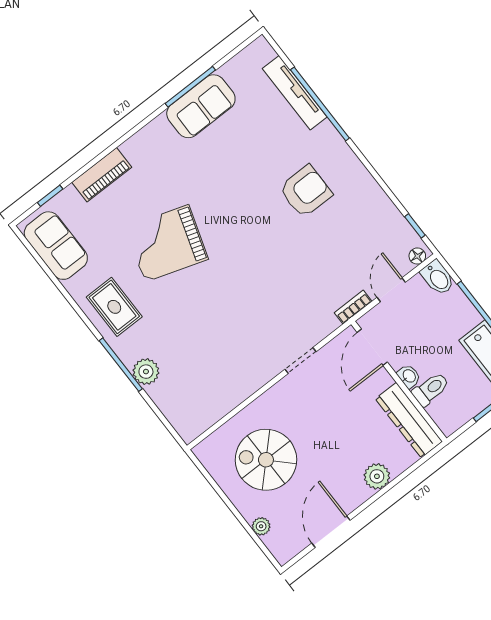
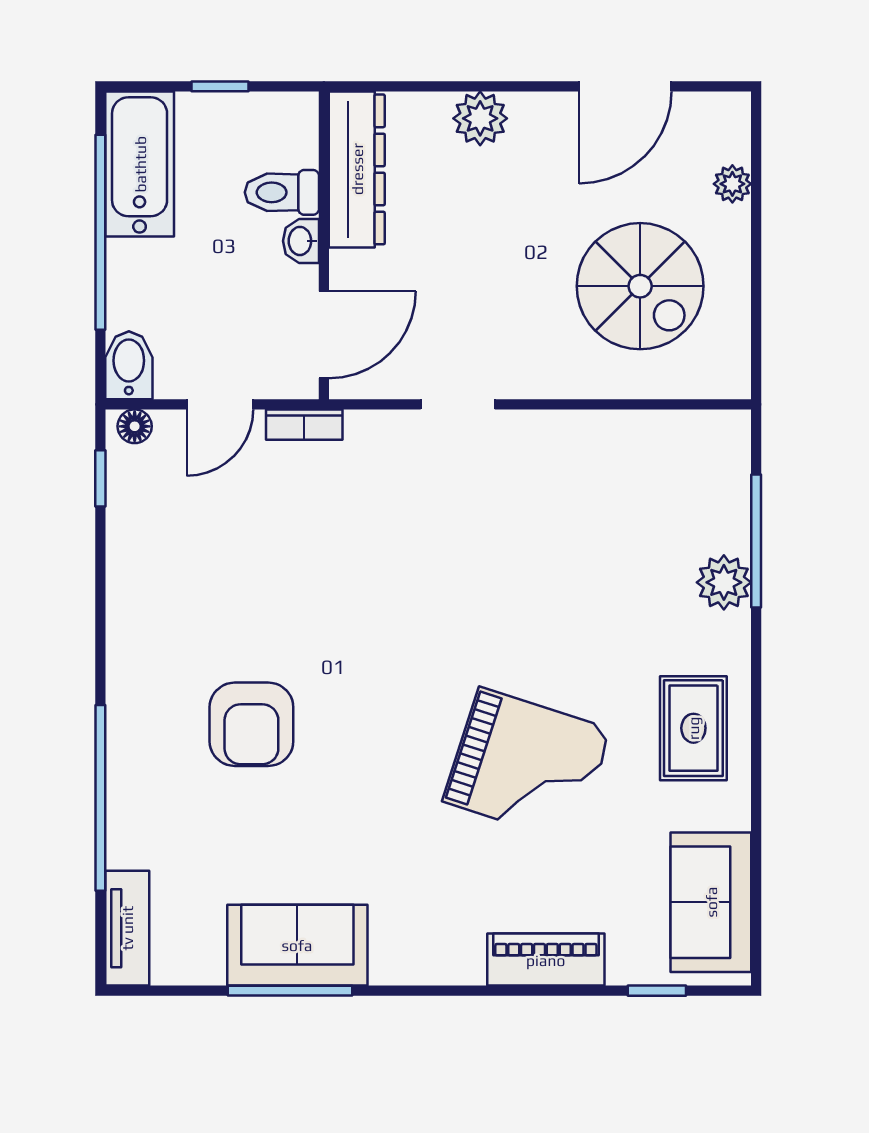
tv unit: (295, 93) -> (127, 928), moved, width x0.71
armchair: (306, 191) -> (251, 724), moved, turned -90
window: (121, 365) -> (756, 541), moved

